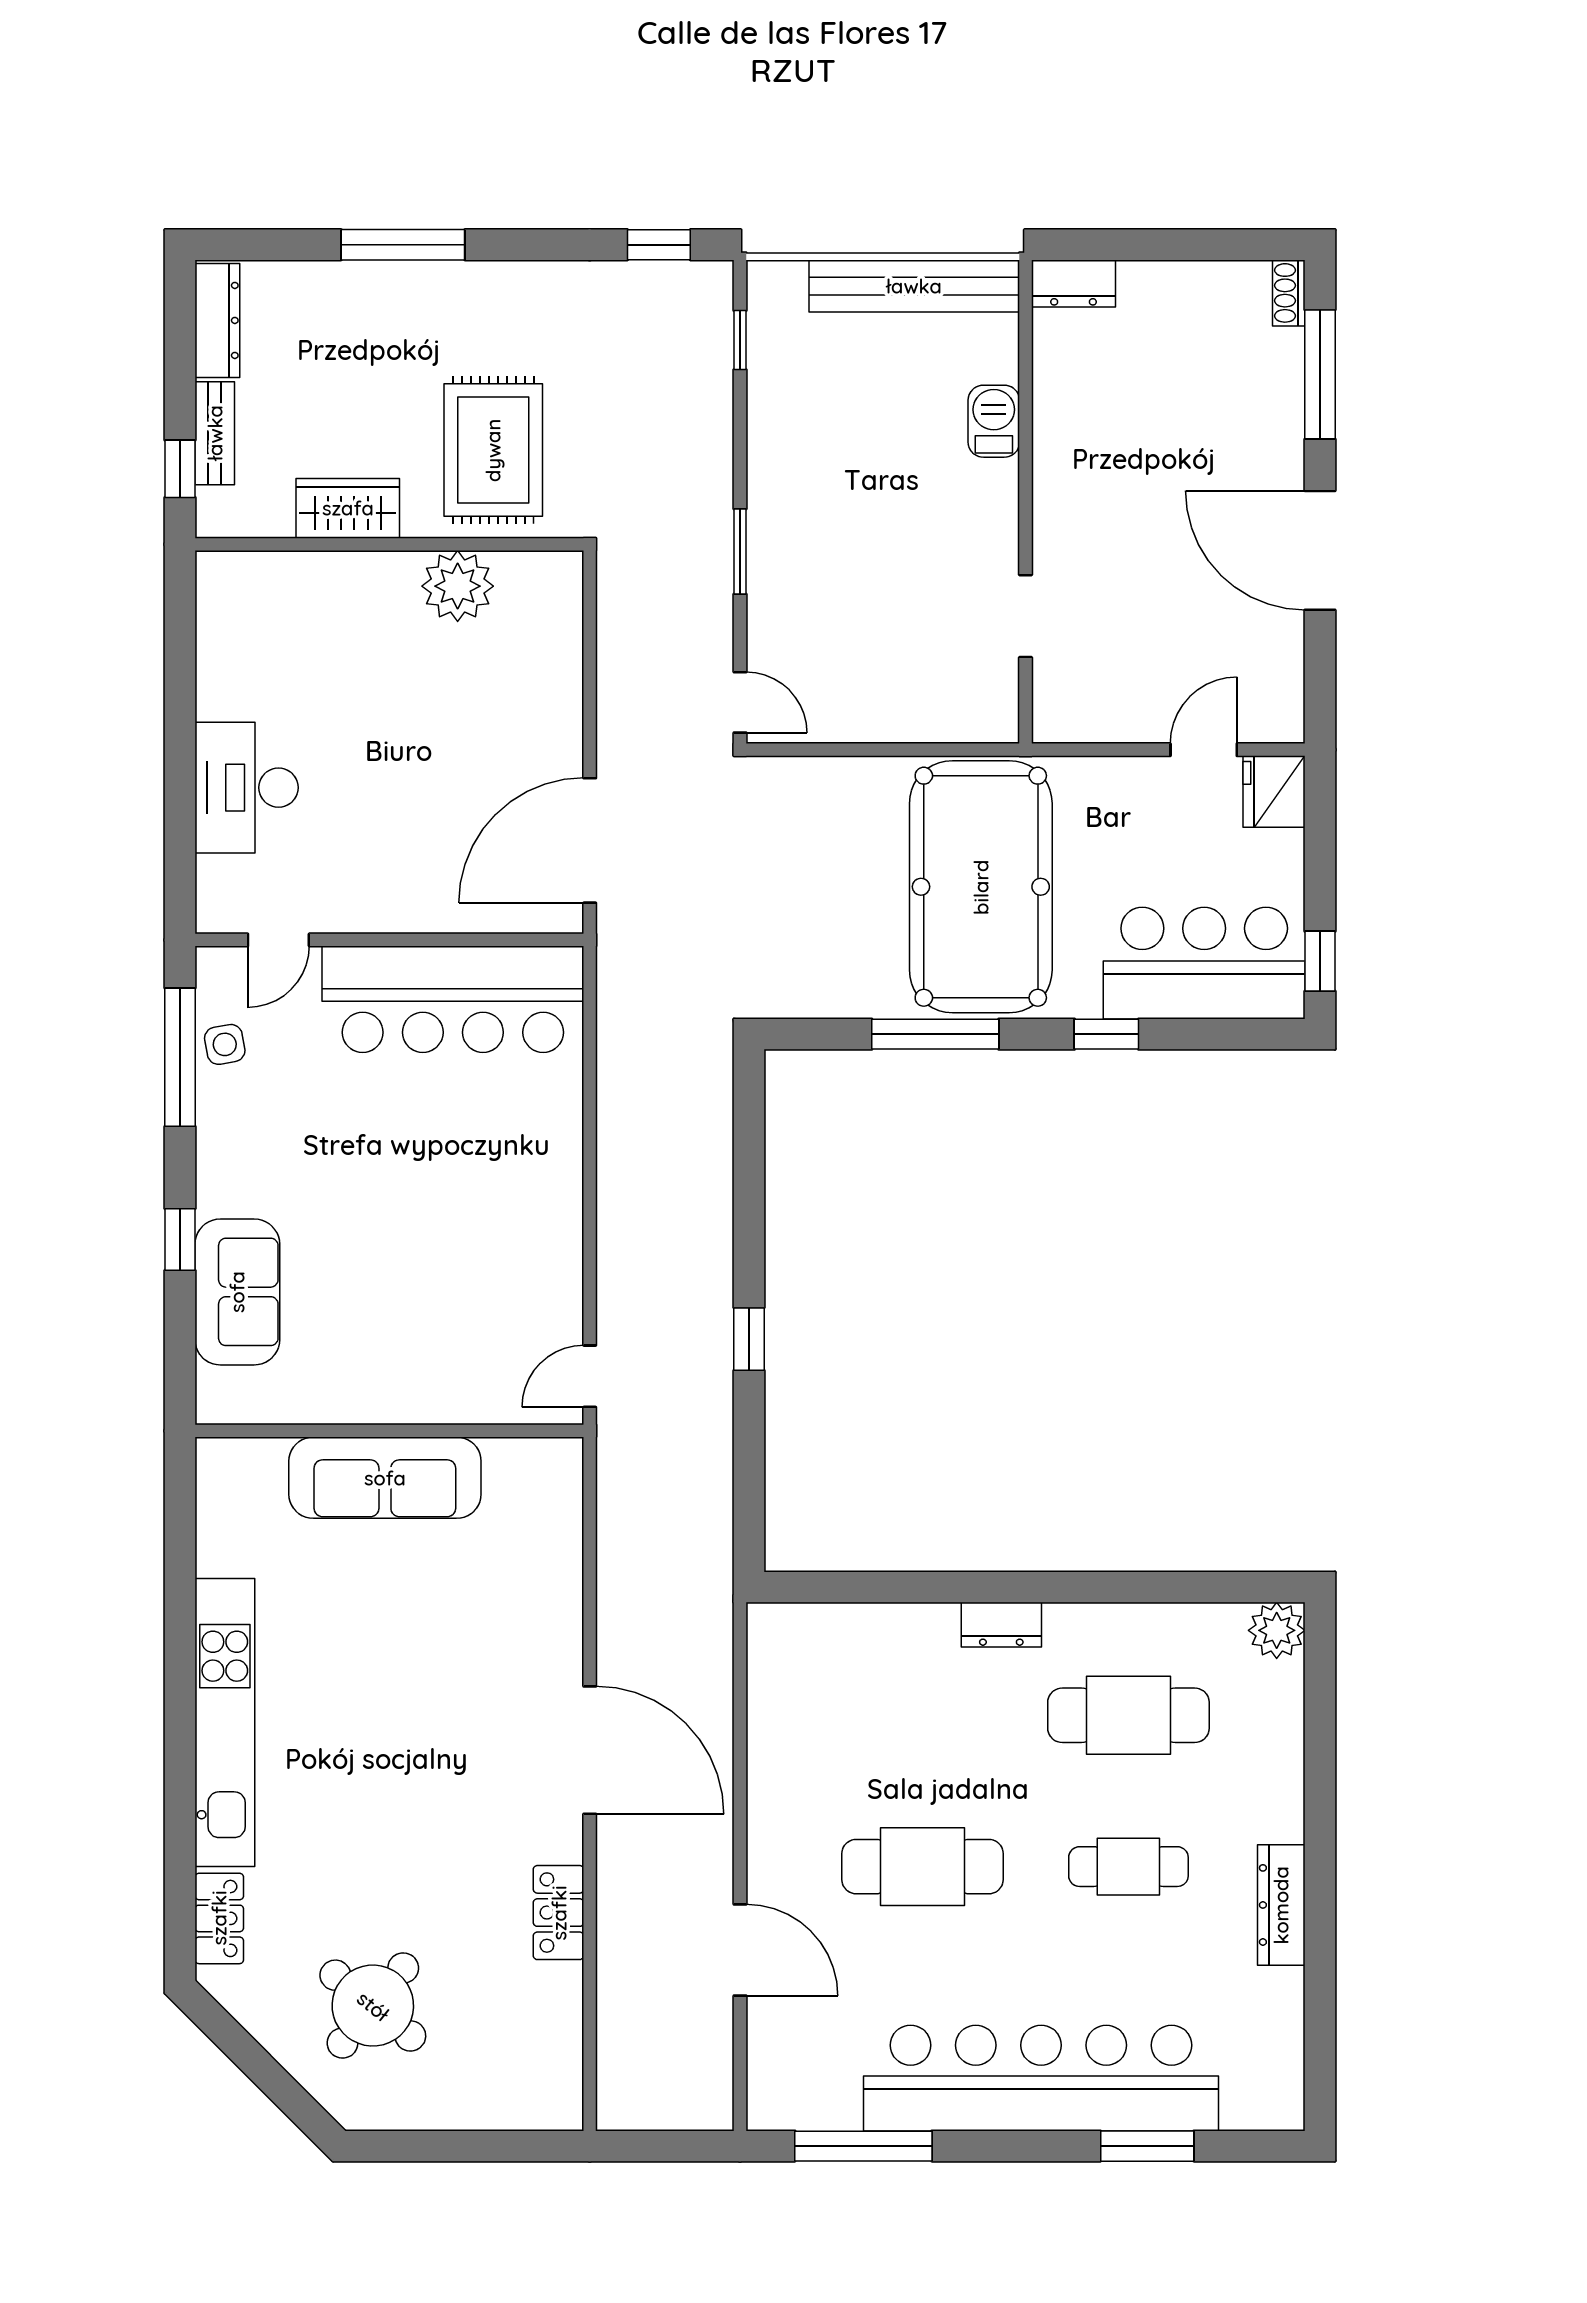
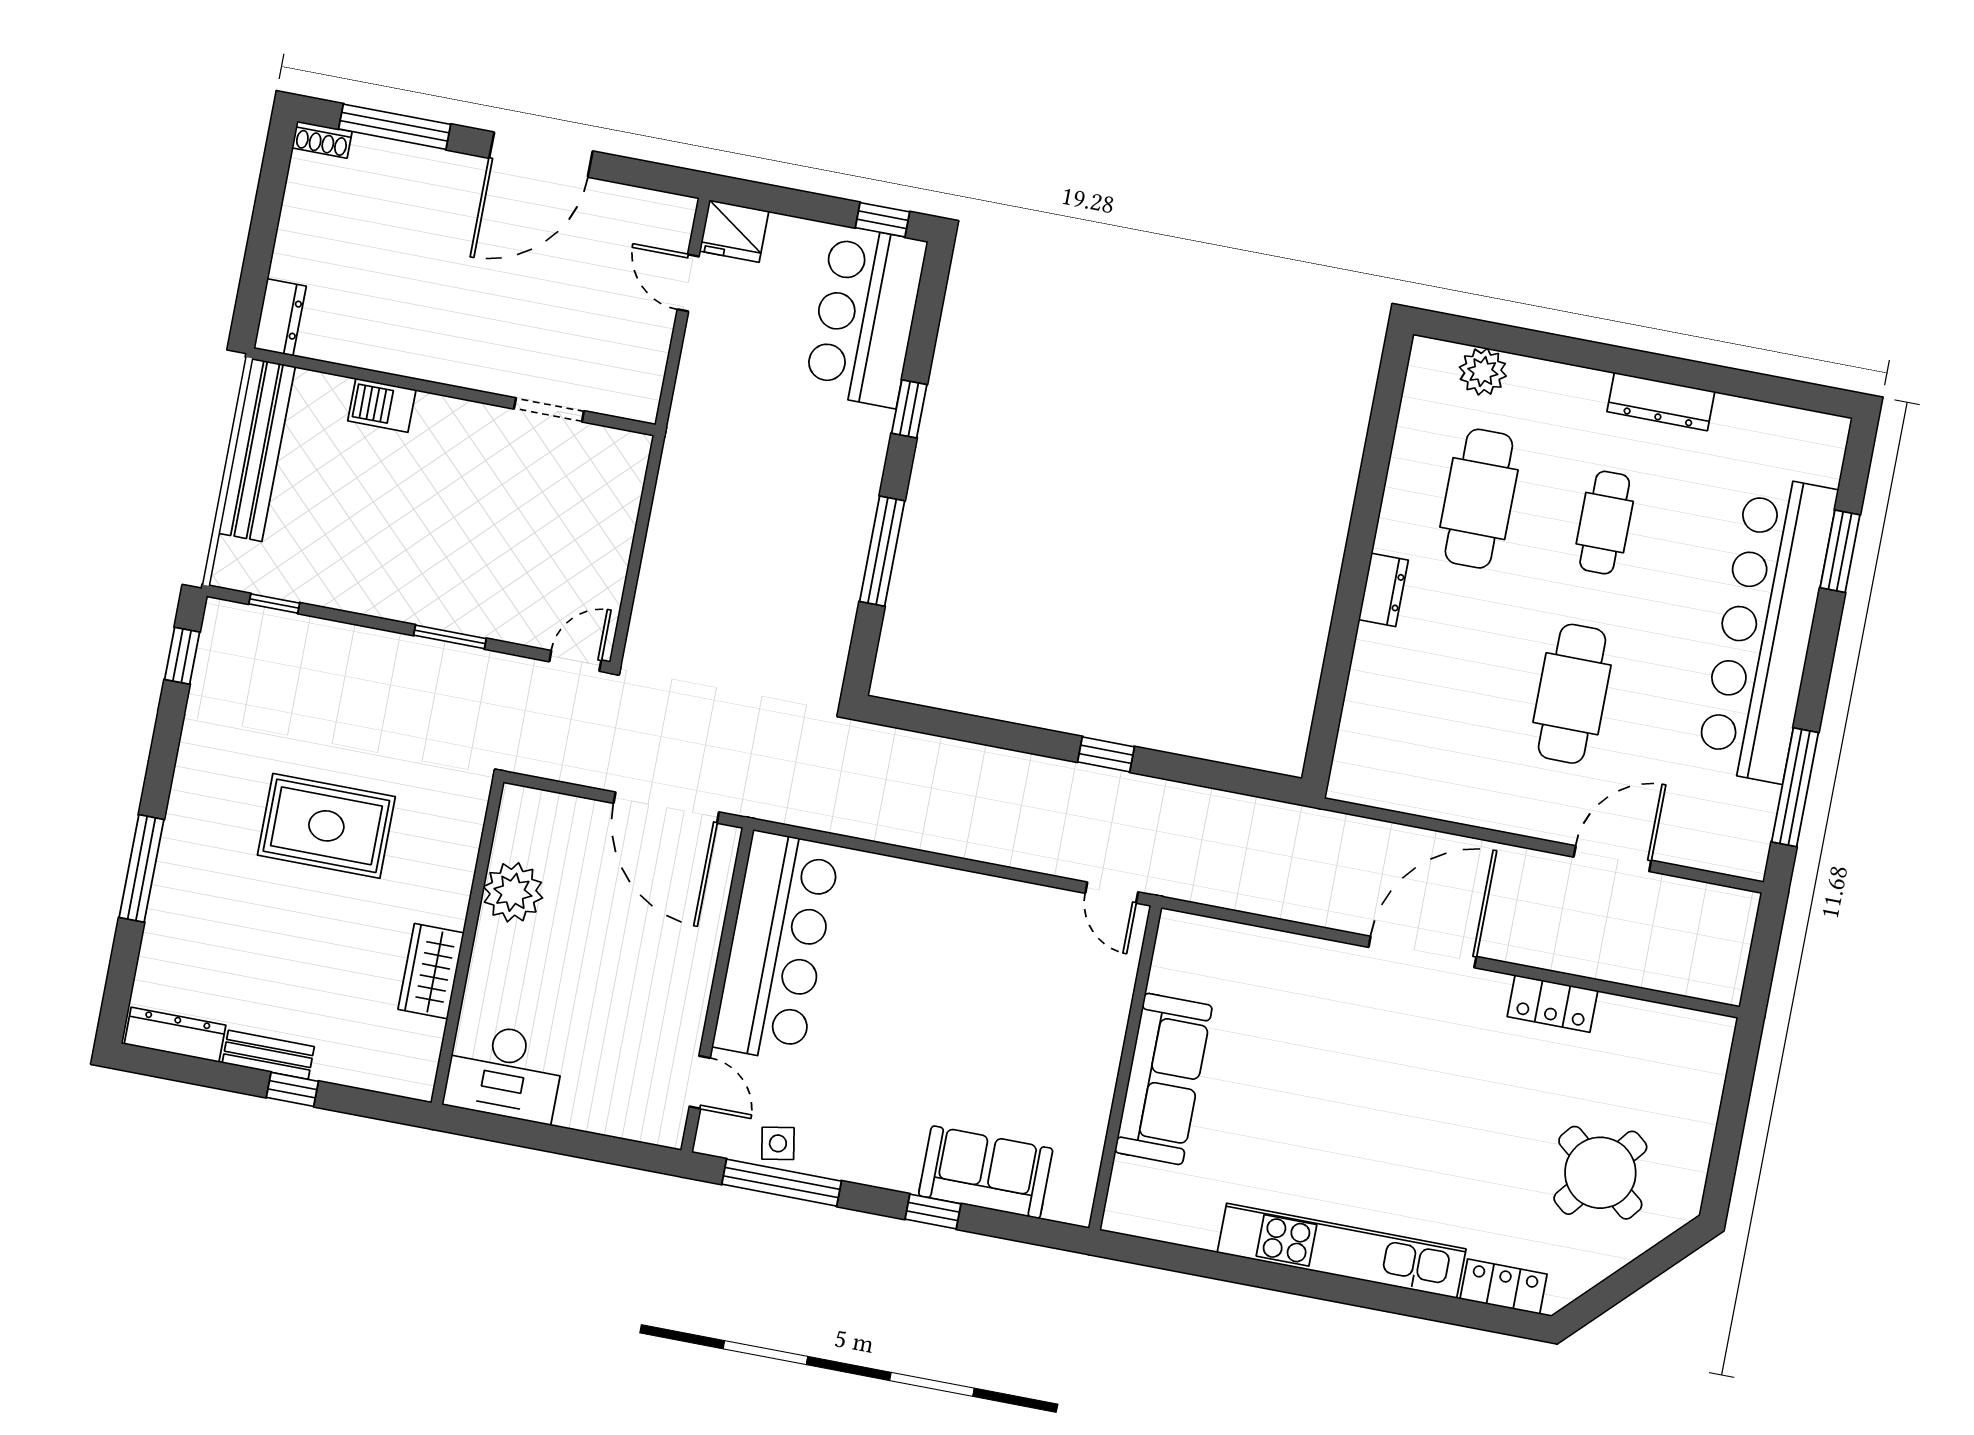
wardrobe: (348, 508) -> (431, 971), moved
wall: (389, 544) -> (467, 942), moved
plant: (458, 586) -> (513, 892), moved
desk: (247, 788) -> (504, 1072), moved
pool table: (981, 887) -> (767, 490), removed
plant: (1277, 1630) -> (1483, 372), moved

